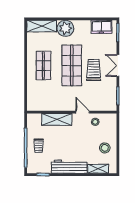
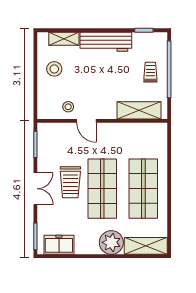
shop shelf: (43, 66) -> (143, 189), width x1.43, depth x1.36
shelving: (57, 119) -> (139, 110), moved

